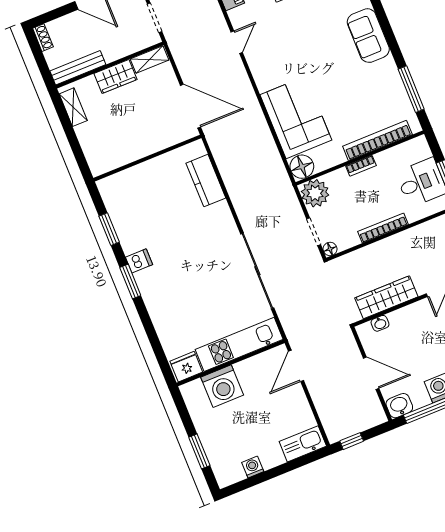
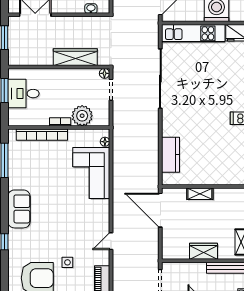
shelving: (149, 59) -> (200, 194), moved
floor lamp: (302, 167) -> (105, 142), width x0.53, depth x0.53
plant: (315, 193) -> (82, 116), moved
bookcase: (383, 228) -> (62, 73), removed
wardrobe: (386, 297) -> (75, 57), moved, turned 180

